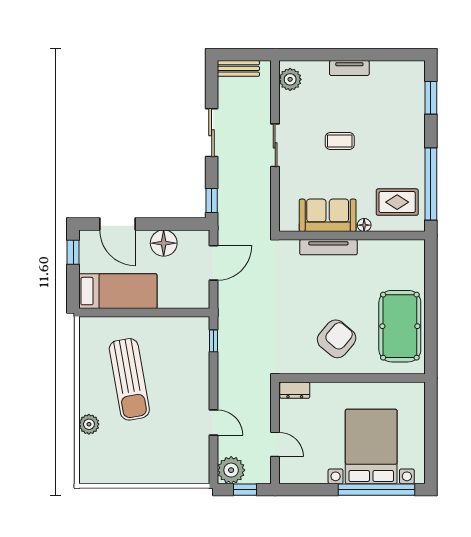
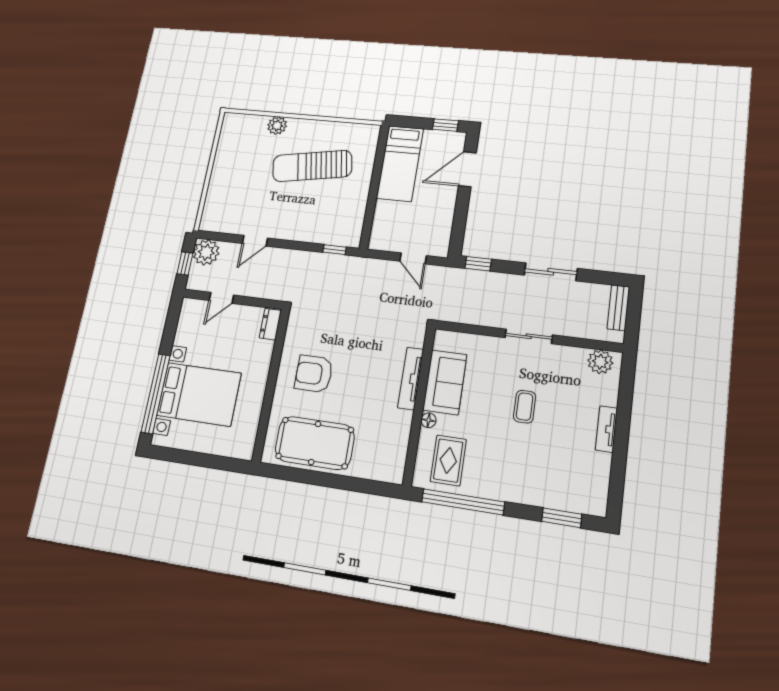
floor lamp: (164, 243) -> (441, 212), removed
door: (213, 263) -> (413, 258), width x0.73
armchair: (337, 339) -> (314, 374), turned 140

